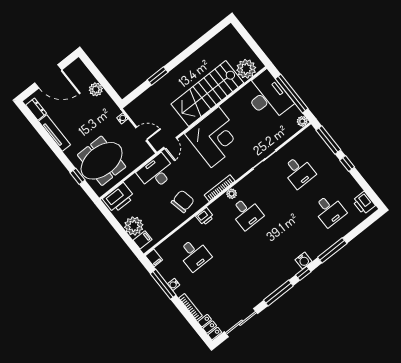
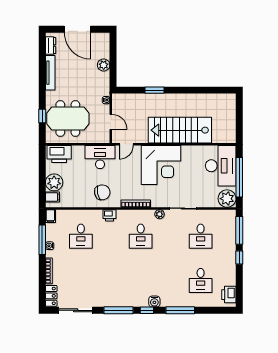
plant: (246, 69) -> (221, 134), removed
plant: (302, 121) -> (227, 199), width x1.87, depth x1.87
plant: (232, 194) -> (160, 214), moved

